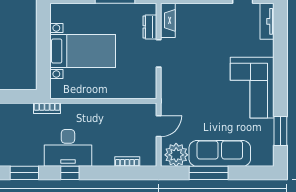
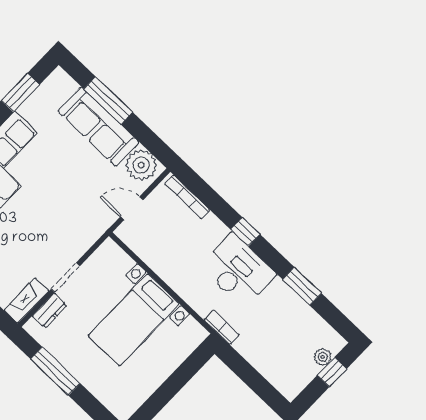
bed with nightstands: (83, 51) -> (134, 320), moved, turned -90
bookcase: (127, 161) -> (187, 197), width x1.56
window: (70, 173) -> (245, 232), moved
window: (209, 173) -> (108, 101), moved

